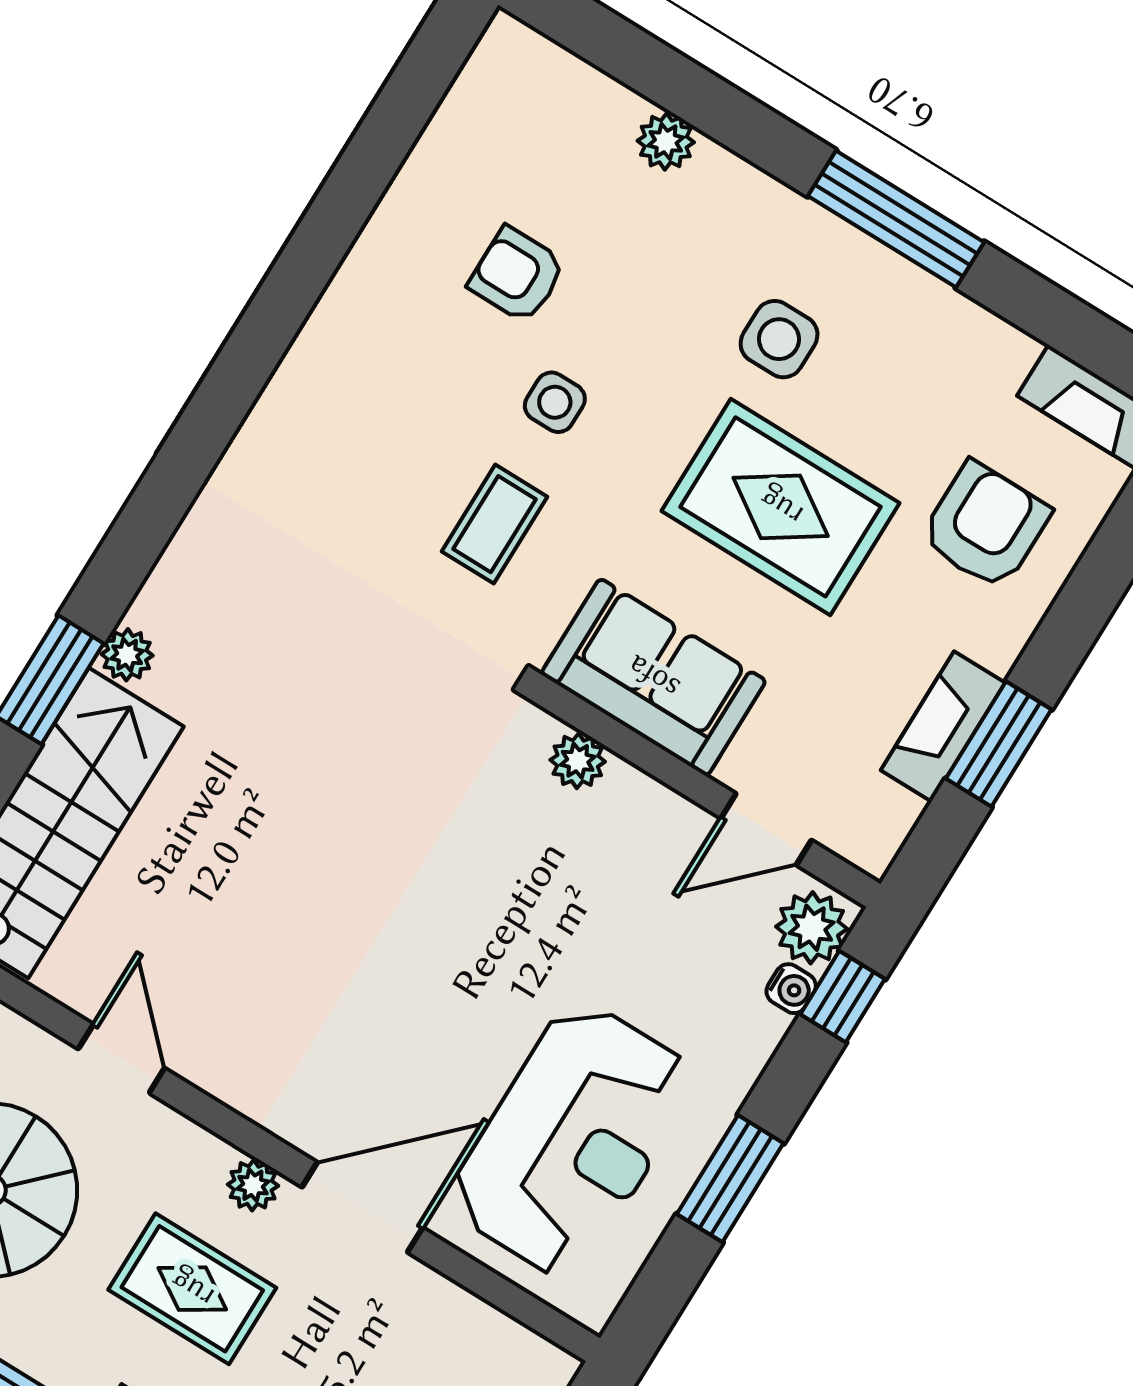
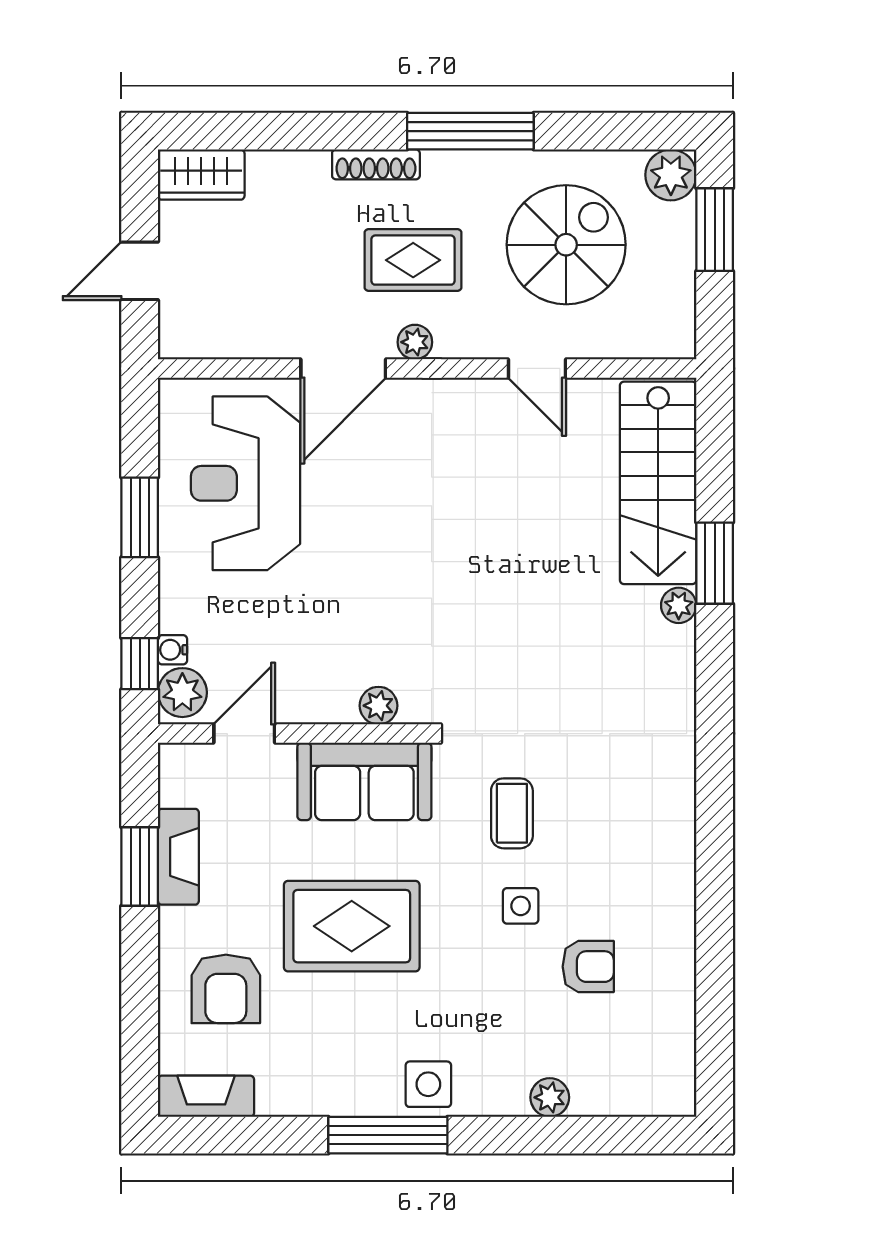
side table: (779, 339) -> (428, 1084), moved

